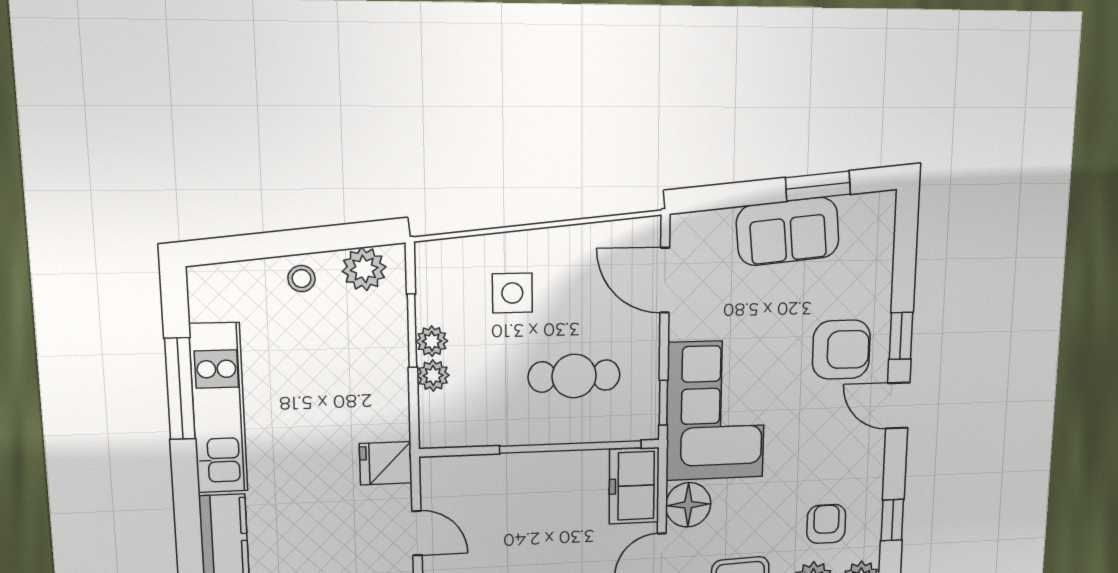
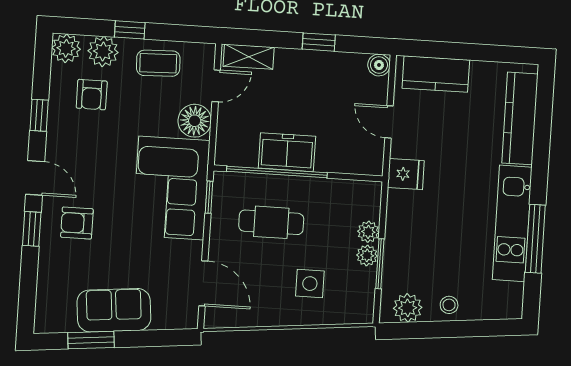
armchair: (841, 350) -> (77, 223), width x0.72, depth x0.72
freezer: (634, 486) -> (287, 152), moved, turned -90
window: (892, 520) -> (39, 115), moved

